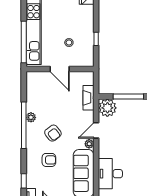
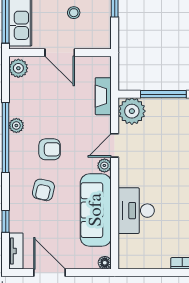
plant: (32, 79) -> (18, 68), added
armchair: (53, 133) -> (50, 149), turned -52
armchair: (49, 160) -> (43, 190), turned 103

